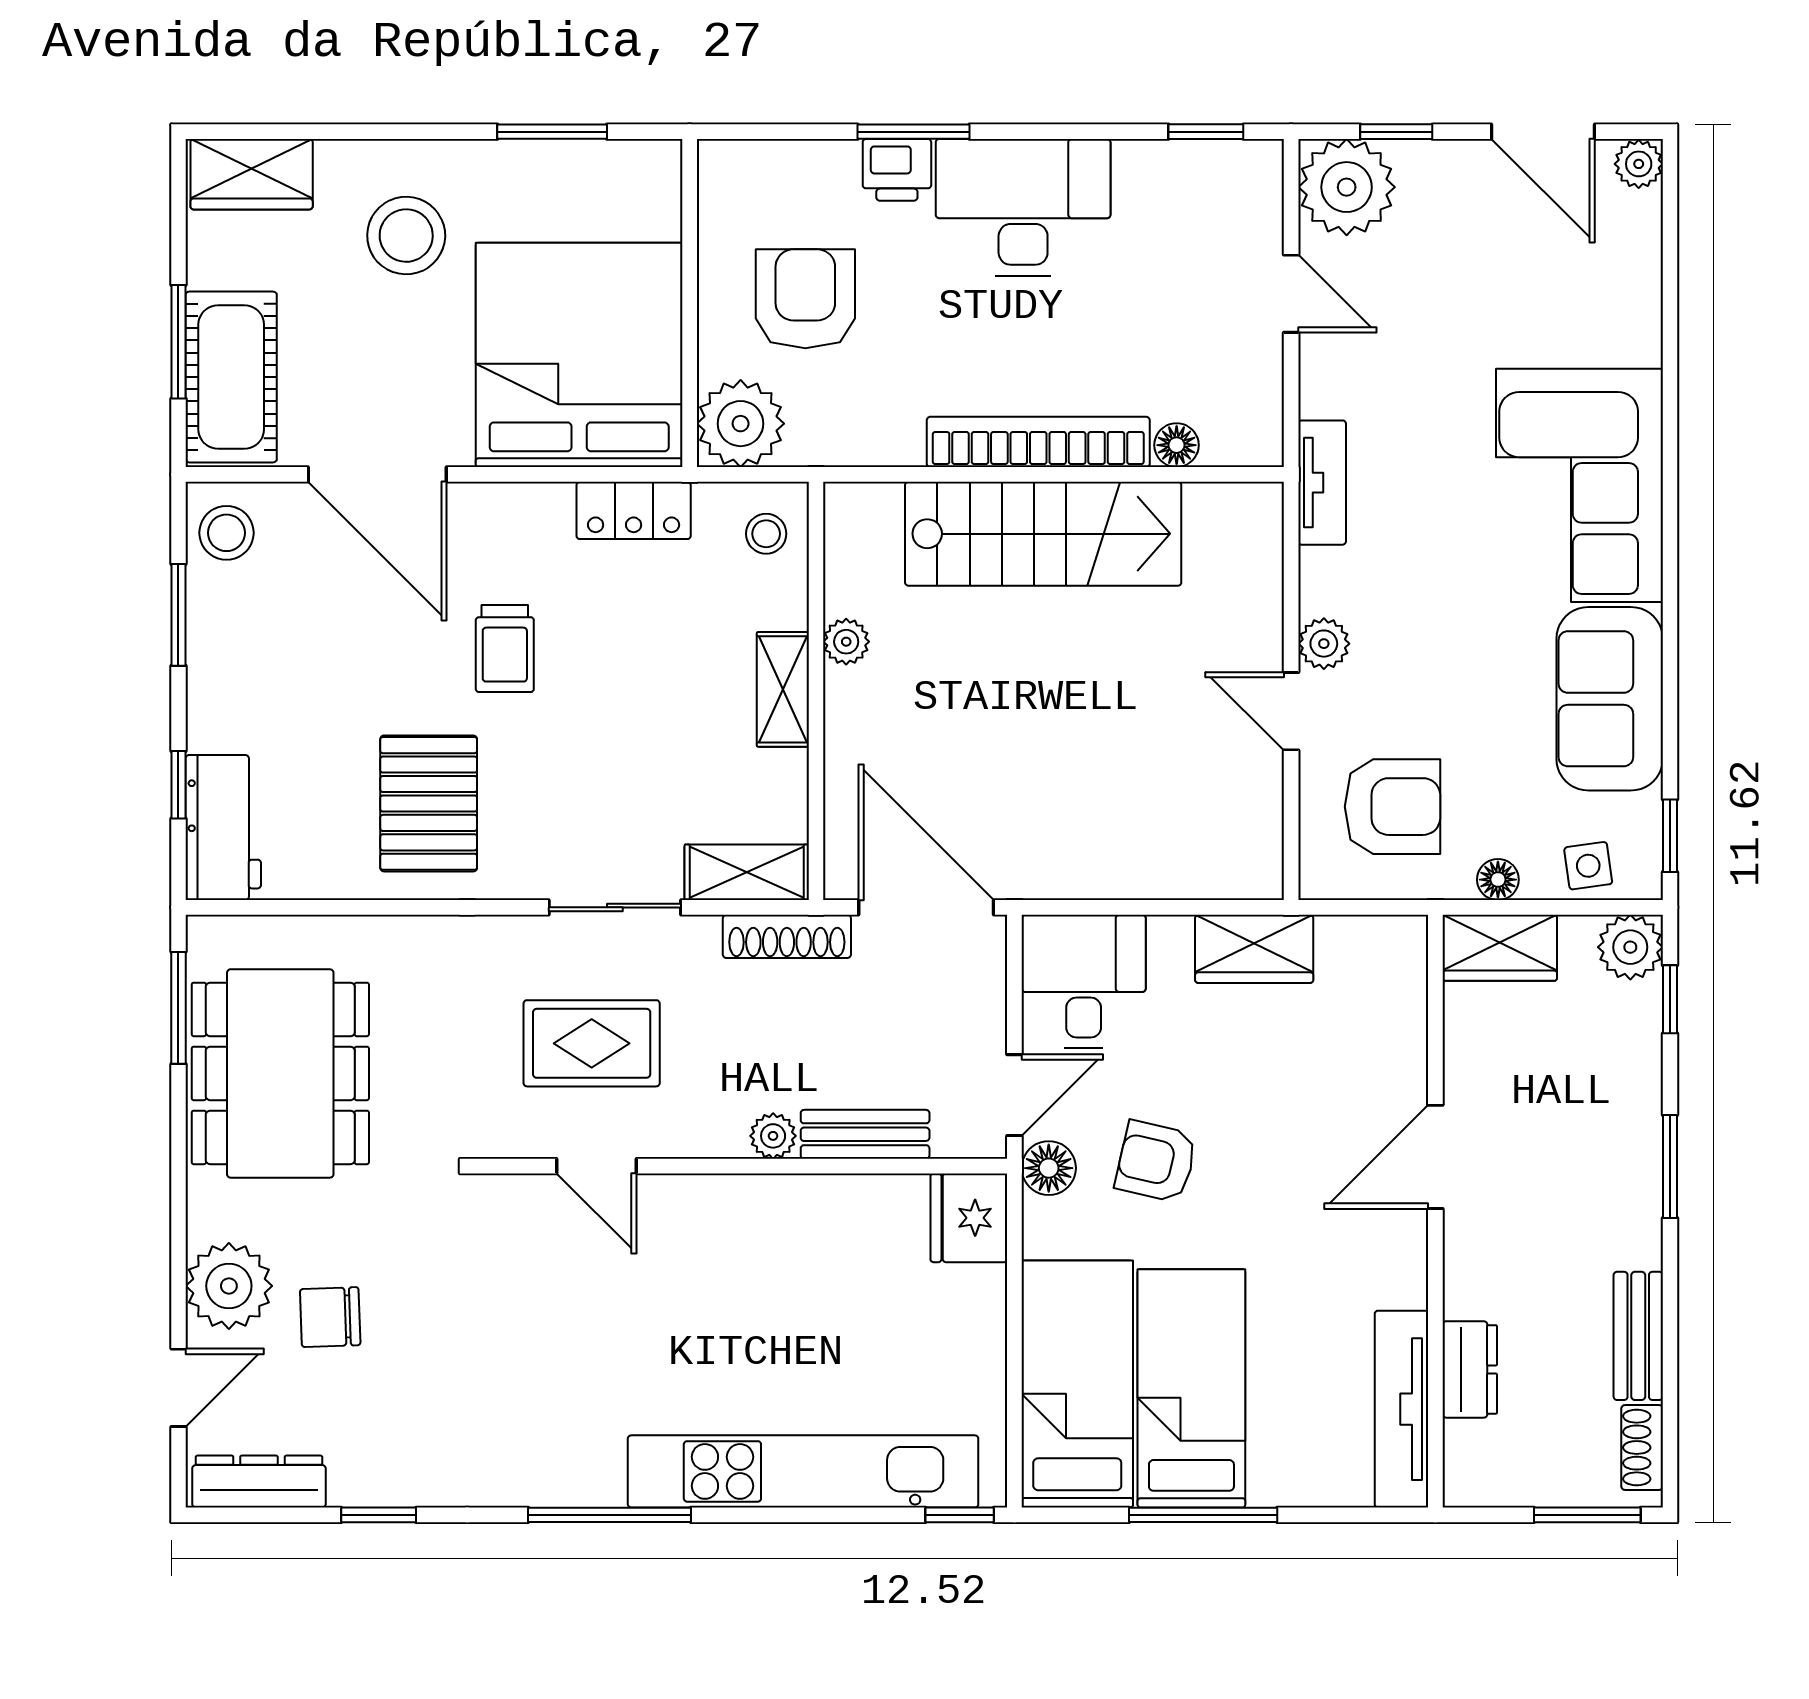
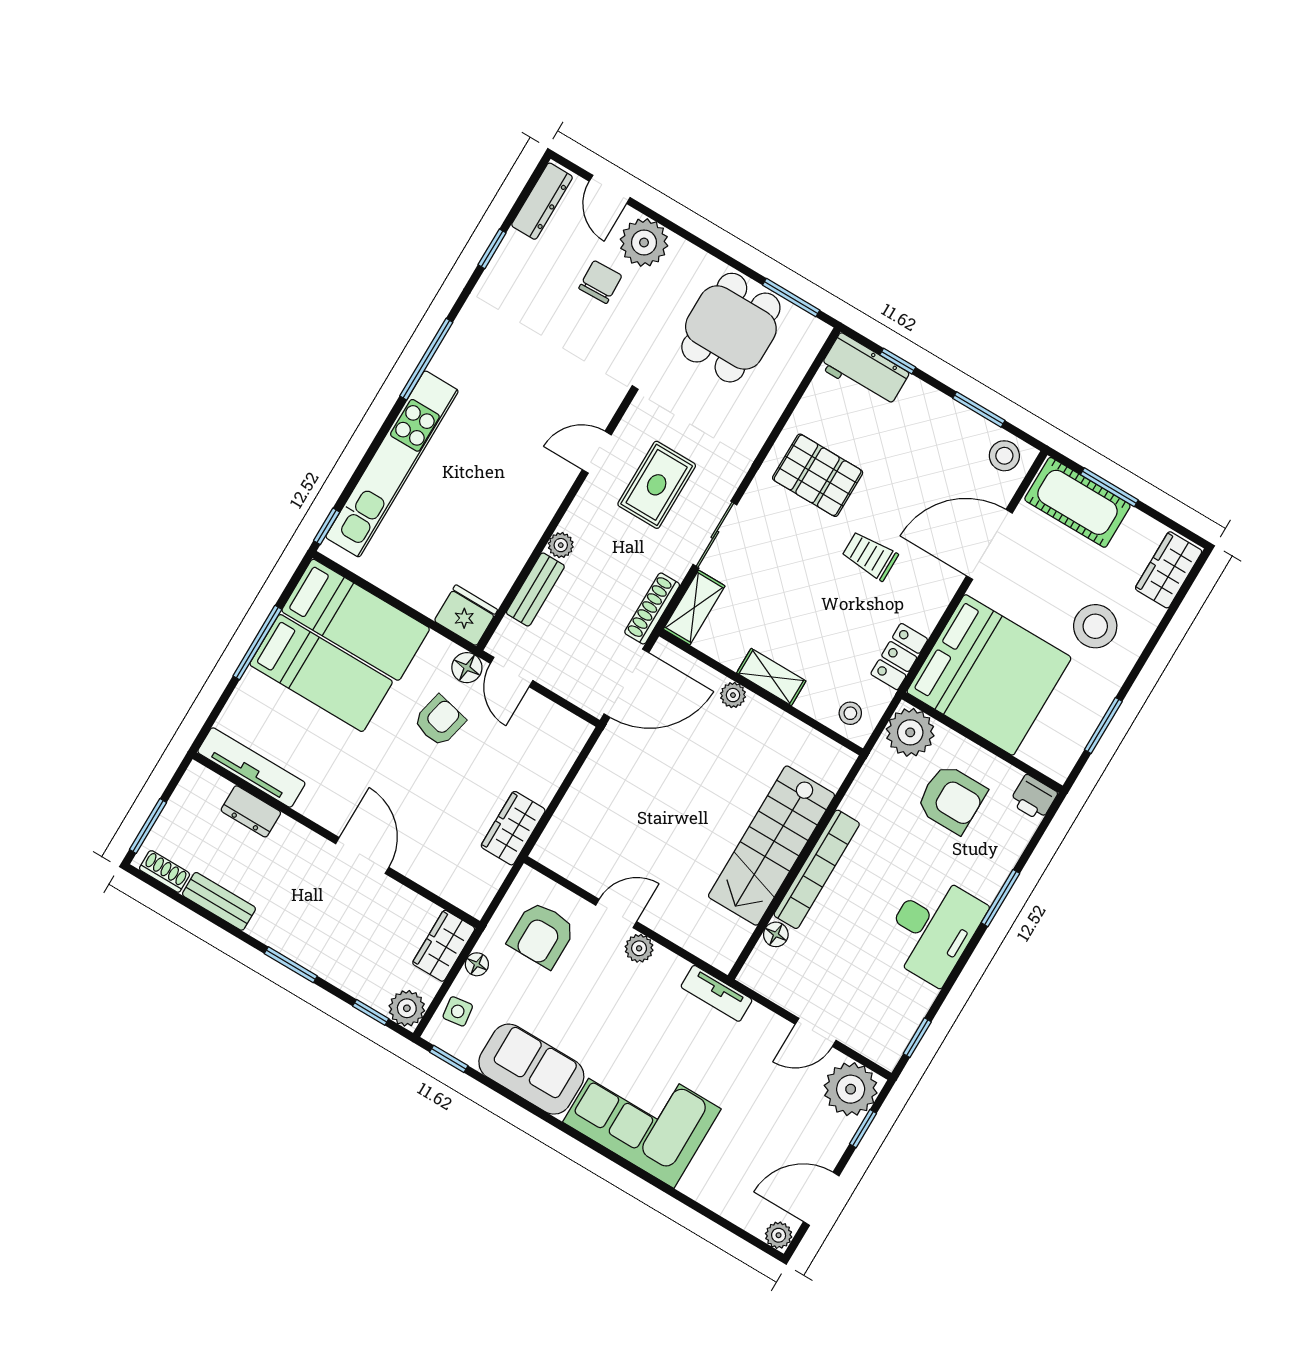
printer: (897, 170) -> (1034, 798), moved, turned -90
plant: (846, 642) -> (733, 695), moved
desk: (1084, 981) -> (546, 737), removed
dining table: (280, 1073) -> (731, 328), width x0.73

